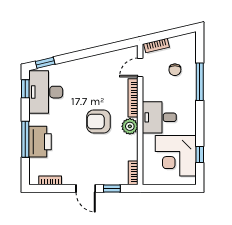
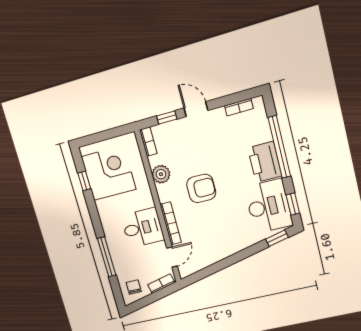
chair: (175, 70) -> (134, 287), moved
desk: (159, 117) -> (143, 228), moved
plant: (130, 126) -> (161, 174), moved
window: (25, 139) -> (279, 147), width x1.46
printer: (40, 142) -> (265, 162), moved

